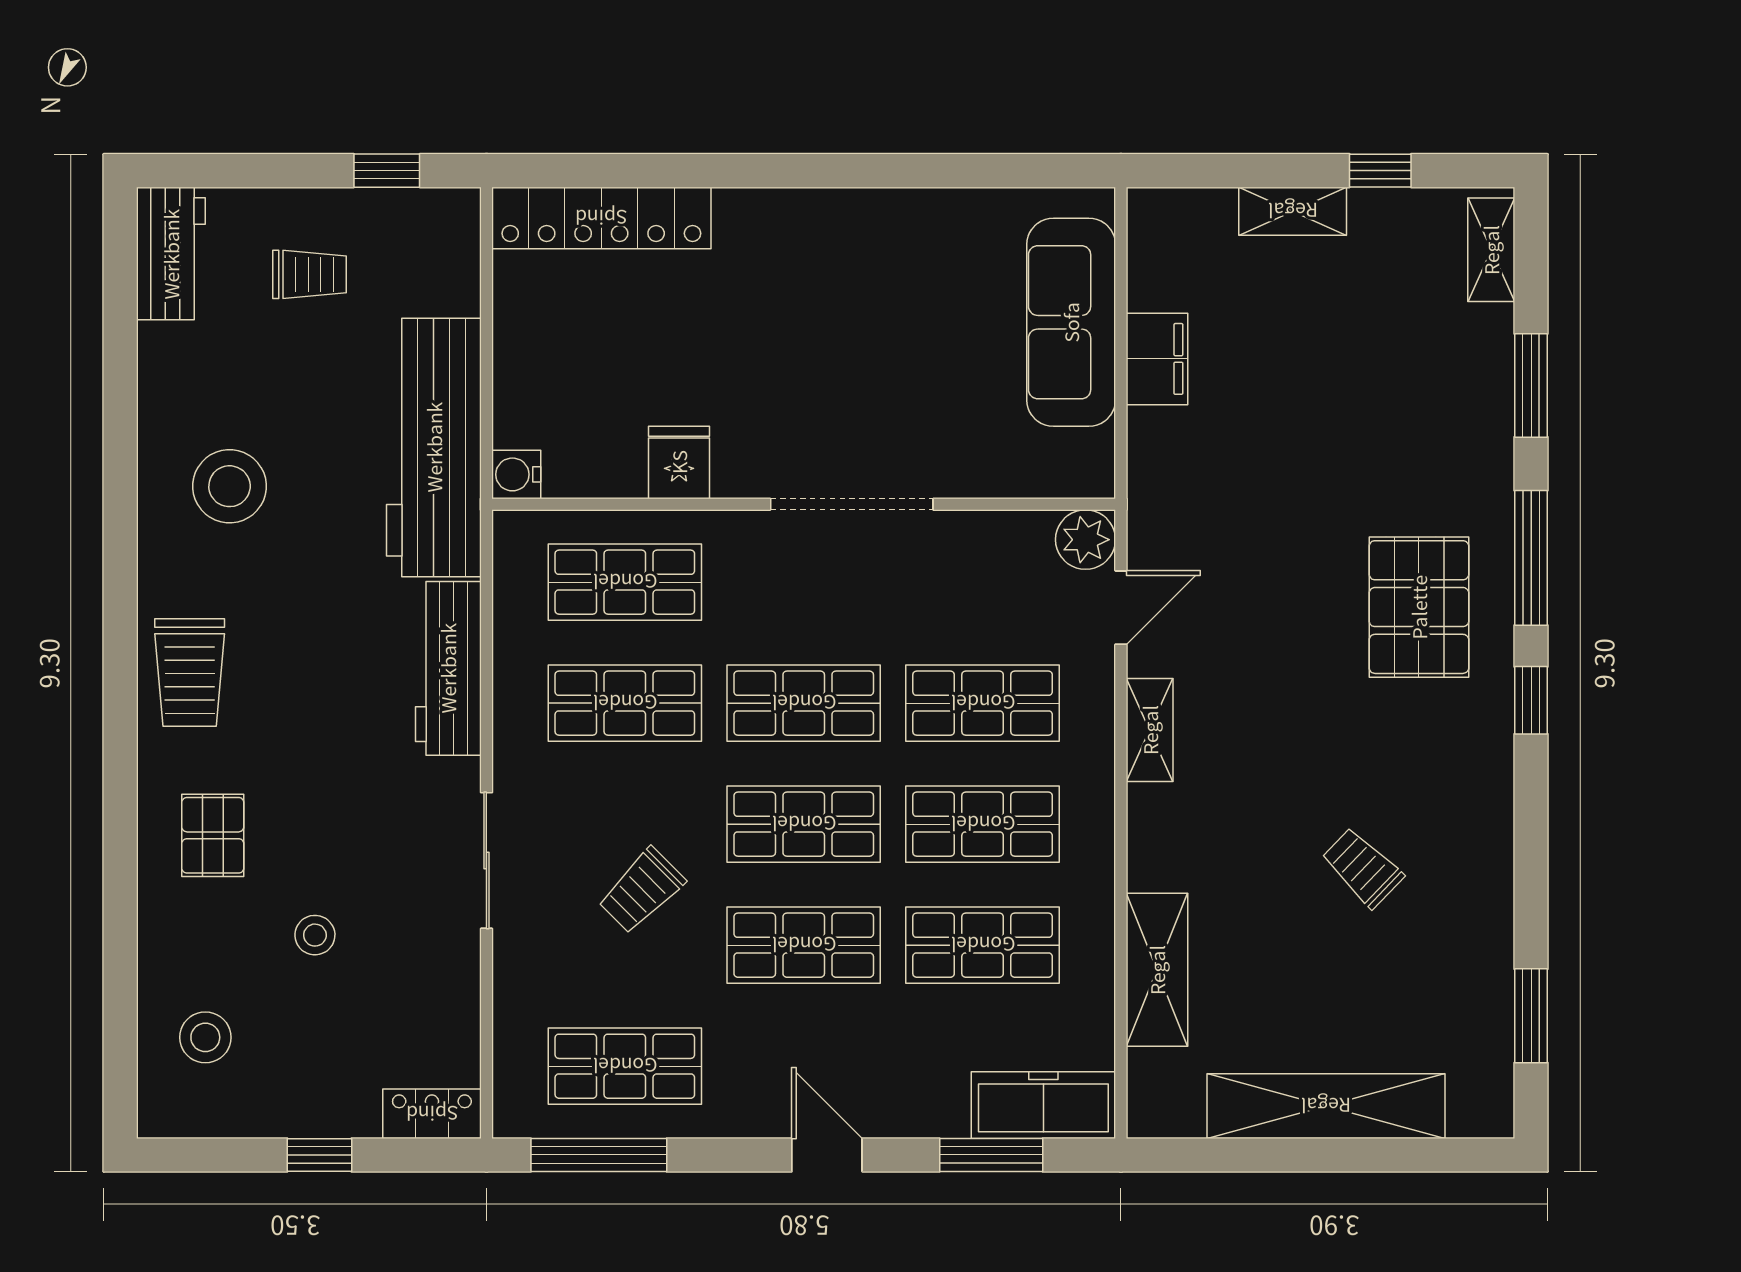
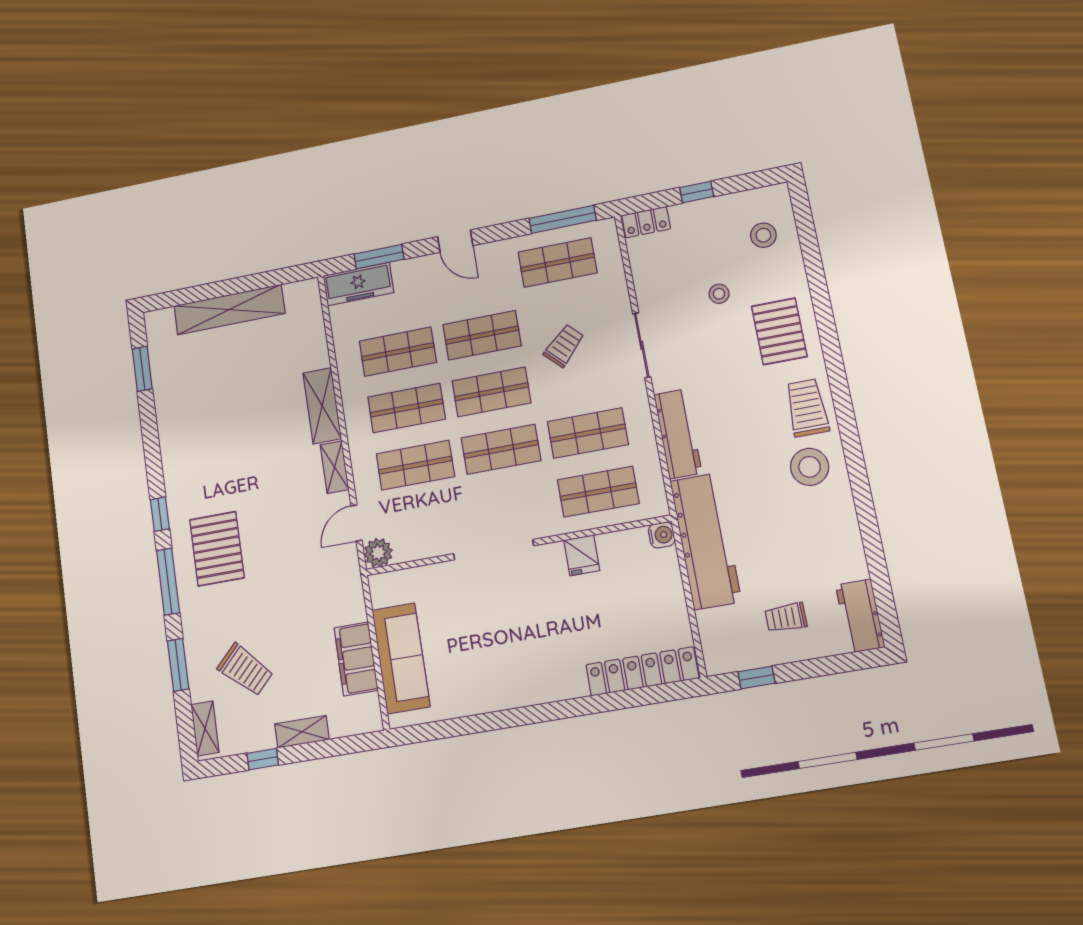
filing cabinet: (1157, 359) -> (356, 659), width x1.50, depth x1.17
stool: (230, 486) -> (810, 467), moved
pallet: (213, 835) -> (779, 331), width x1.50, depth x1.42
trolley: (1362, 868) -> (245, 670), moved, width x1.36, depth x1.39
shelving: (1157, 970) -> (322, 406), moved

